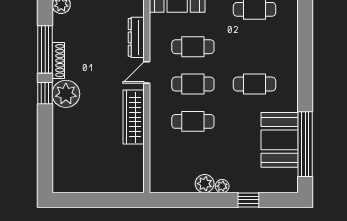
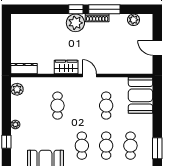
dresser: (136, 37) -> (24, 69), moved
cafe table: (193, 84) -> (106, 146), moved
wardrobe: (134, 117) -> (66, 67), width x0.67
plant: (205, 184) -> (17, 89), moved

